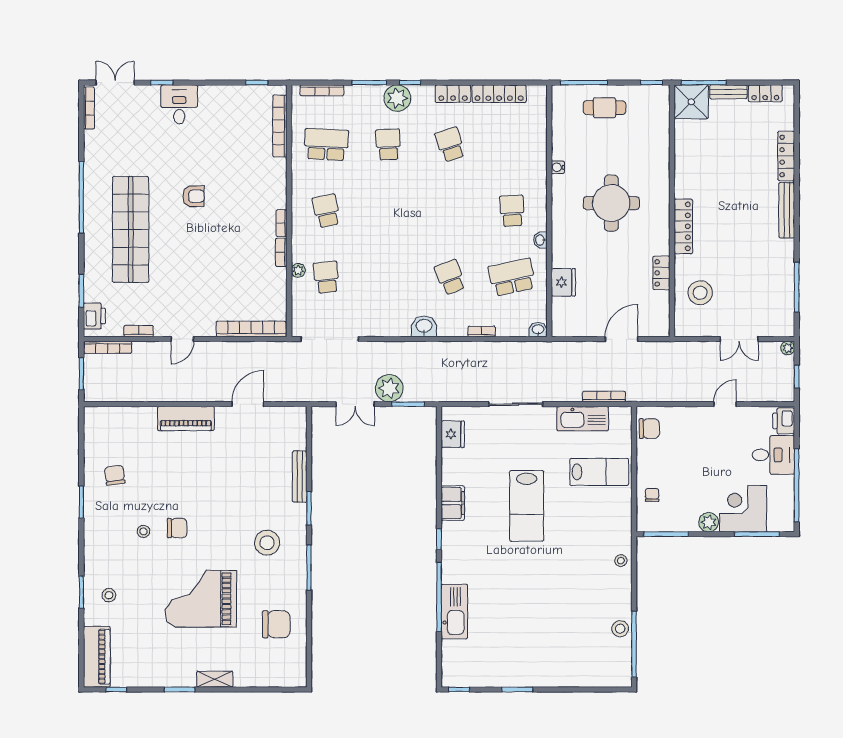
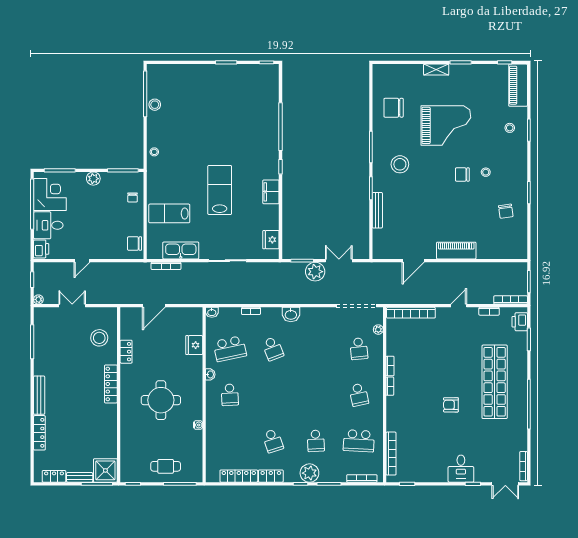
plant: (298, 270) -> (378, 330), moved
corner desk: (743, 509) -> (50, 195), moved, turned -90
kitchen sink: (454, 612) -> (270, 117), removed

